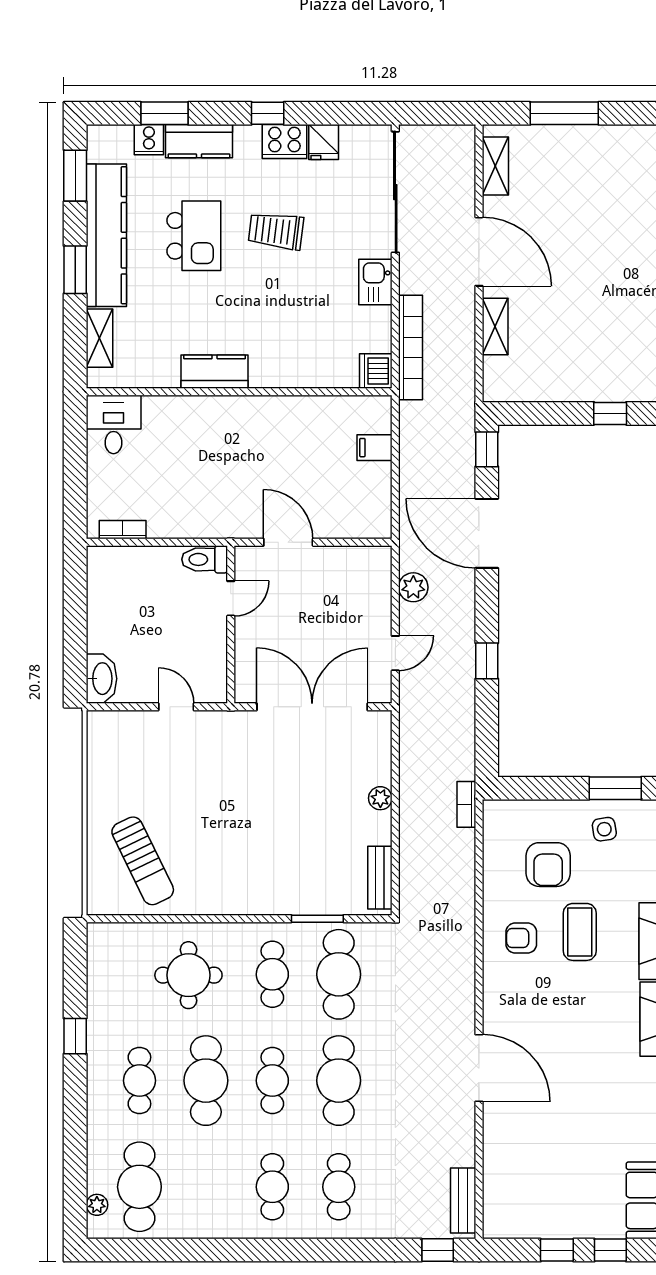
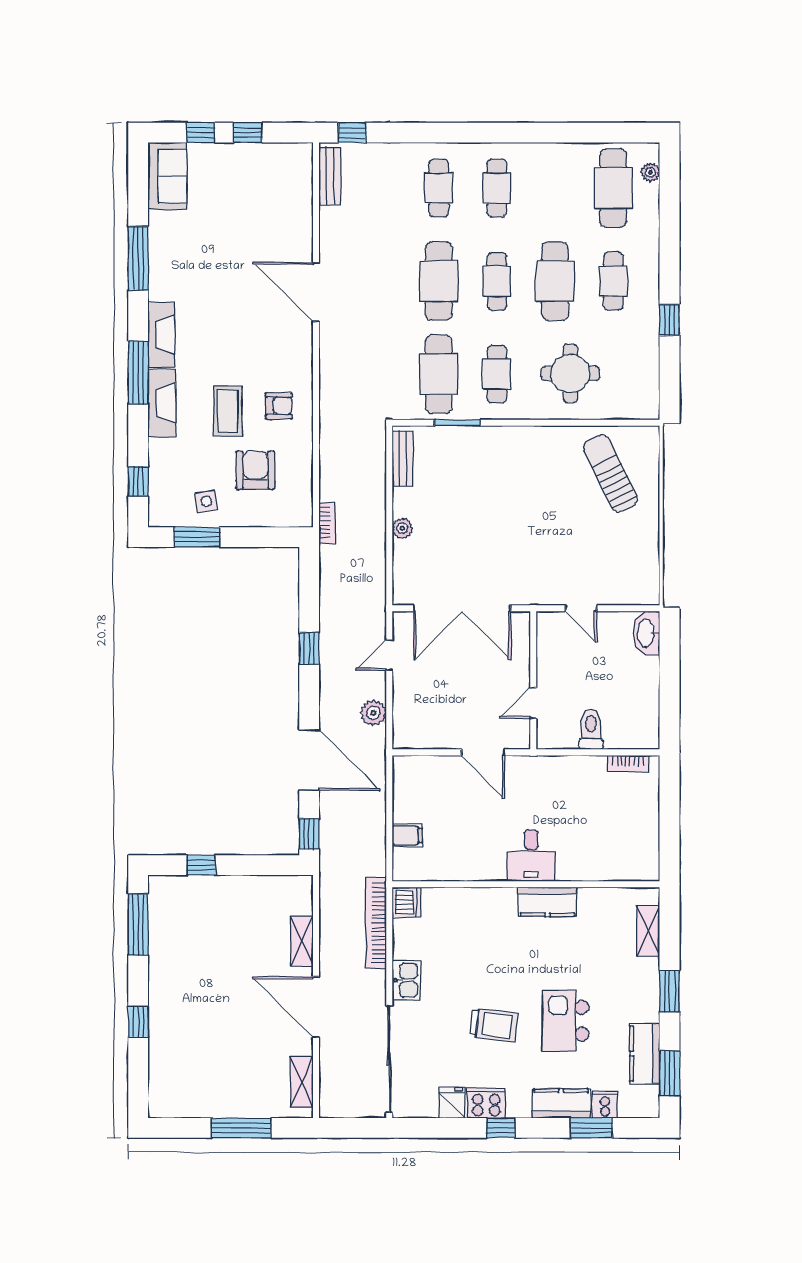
kitchen counter: (106, 235) -> (645, 1054), width x0.48, depth x0.86
desk: (114, 424) -> (531, 856), moved
toilet: (205, 559) -> (591, 730), moved, turned -90

